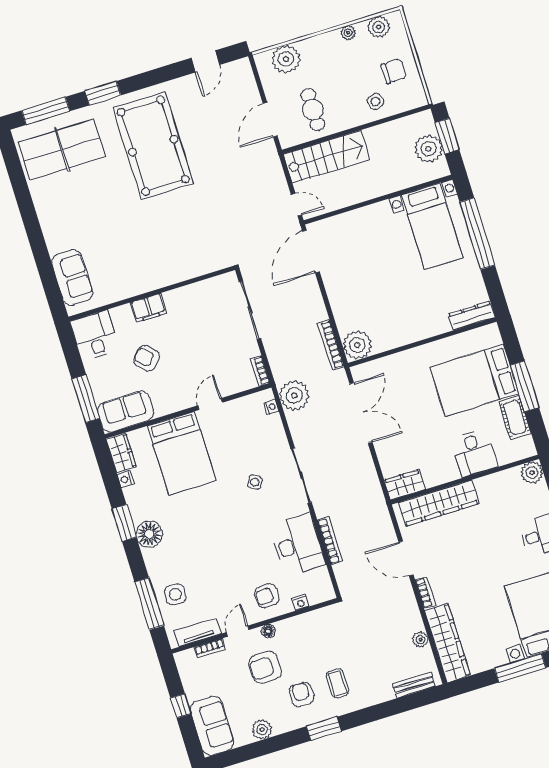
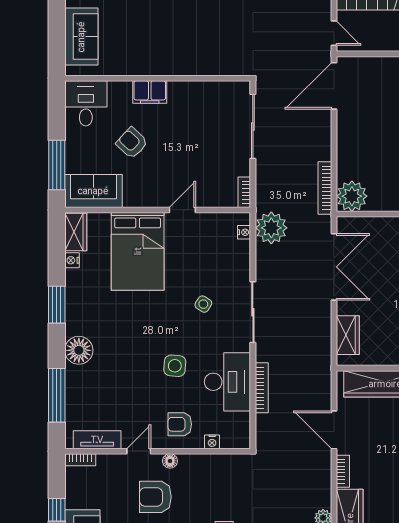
wardrobe: (405, 485) -> (348, 335), moved, turned 90
floor lamp: (149, 534) -> (79, 350), moved
side table: (175, 594) -> (175, 366), moved
bookcase: (210, 648) -> (80, 460), moved

